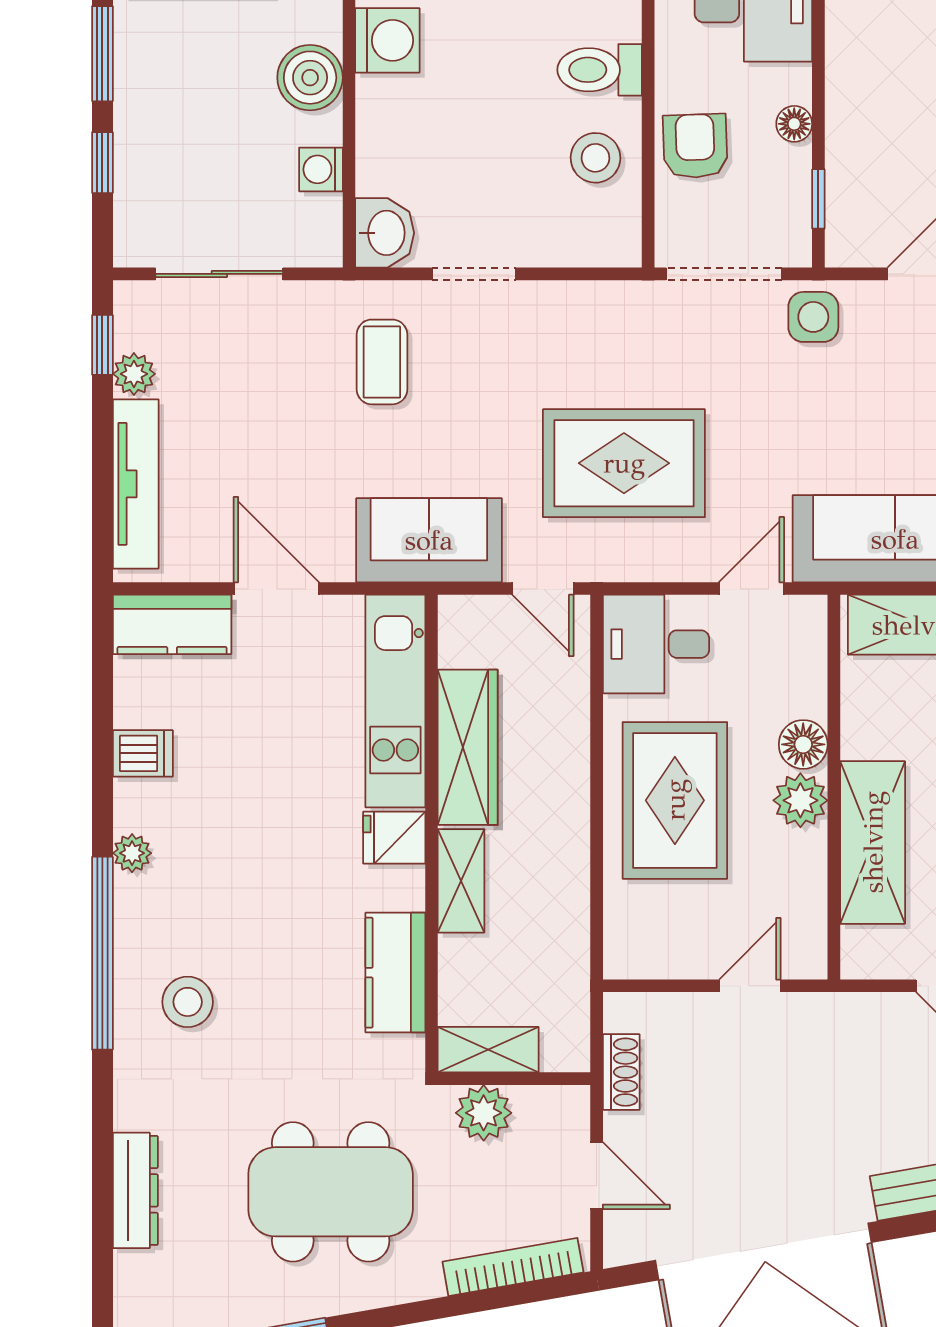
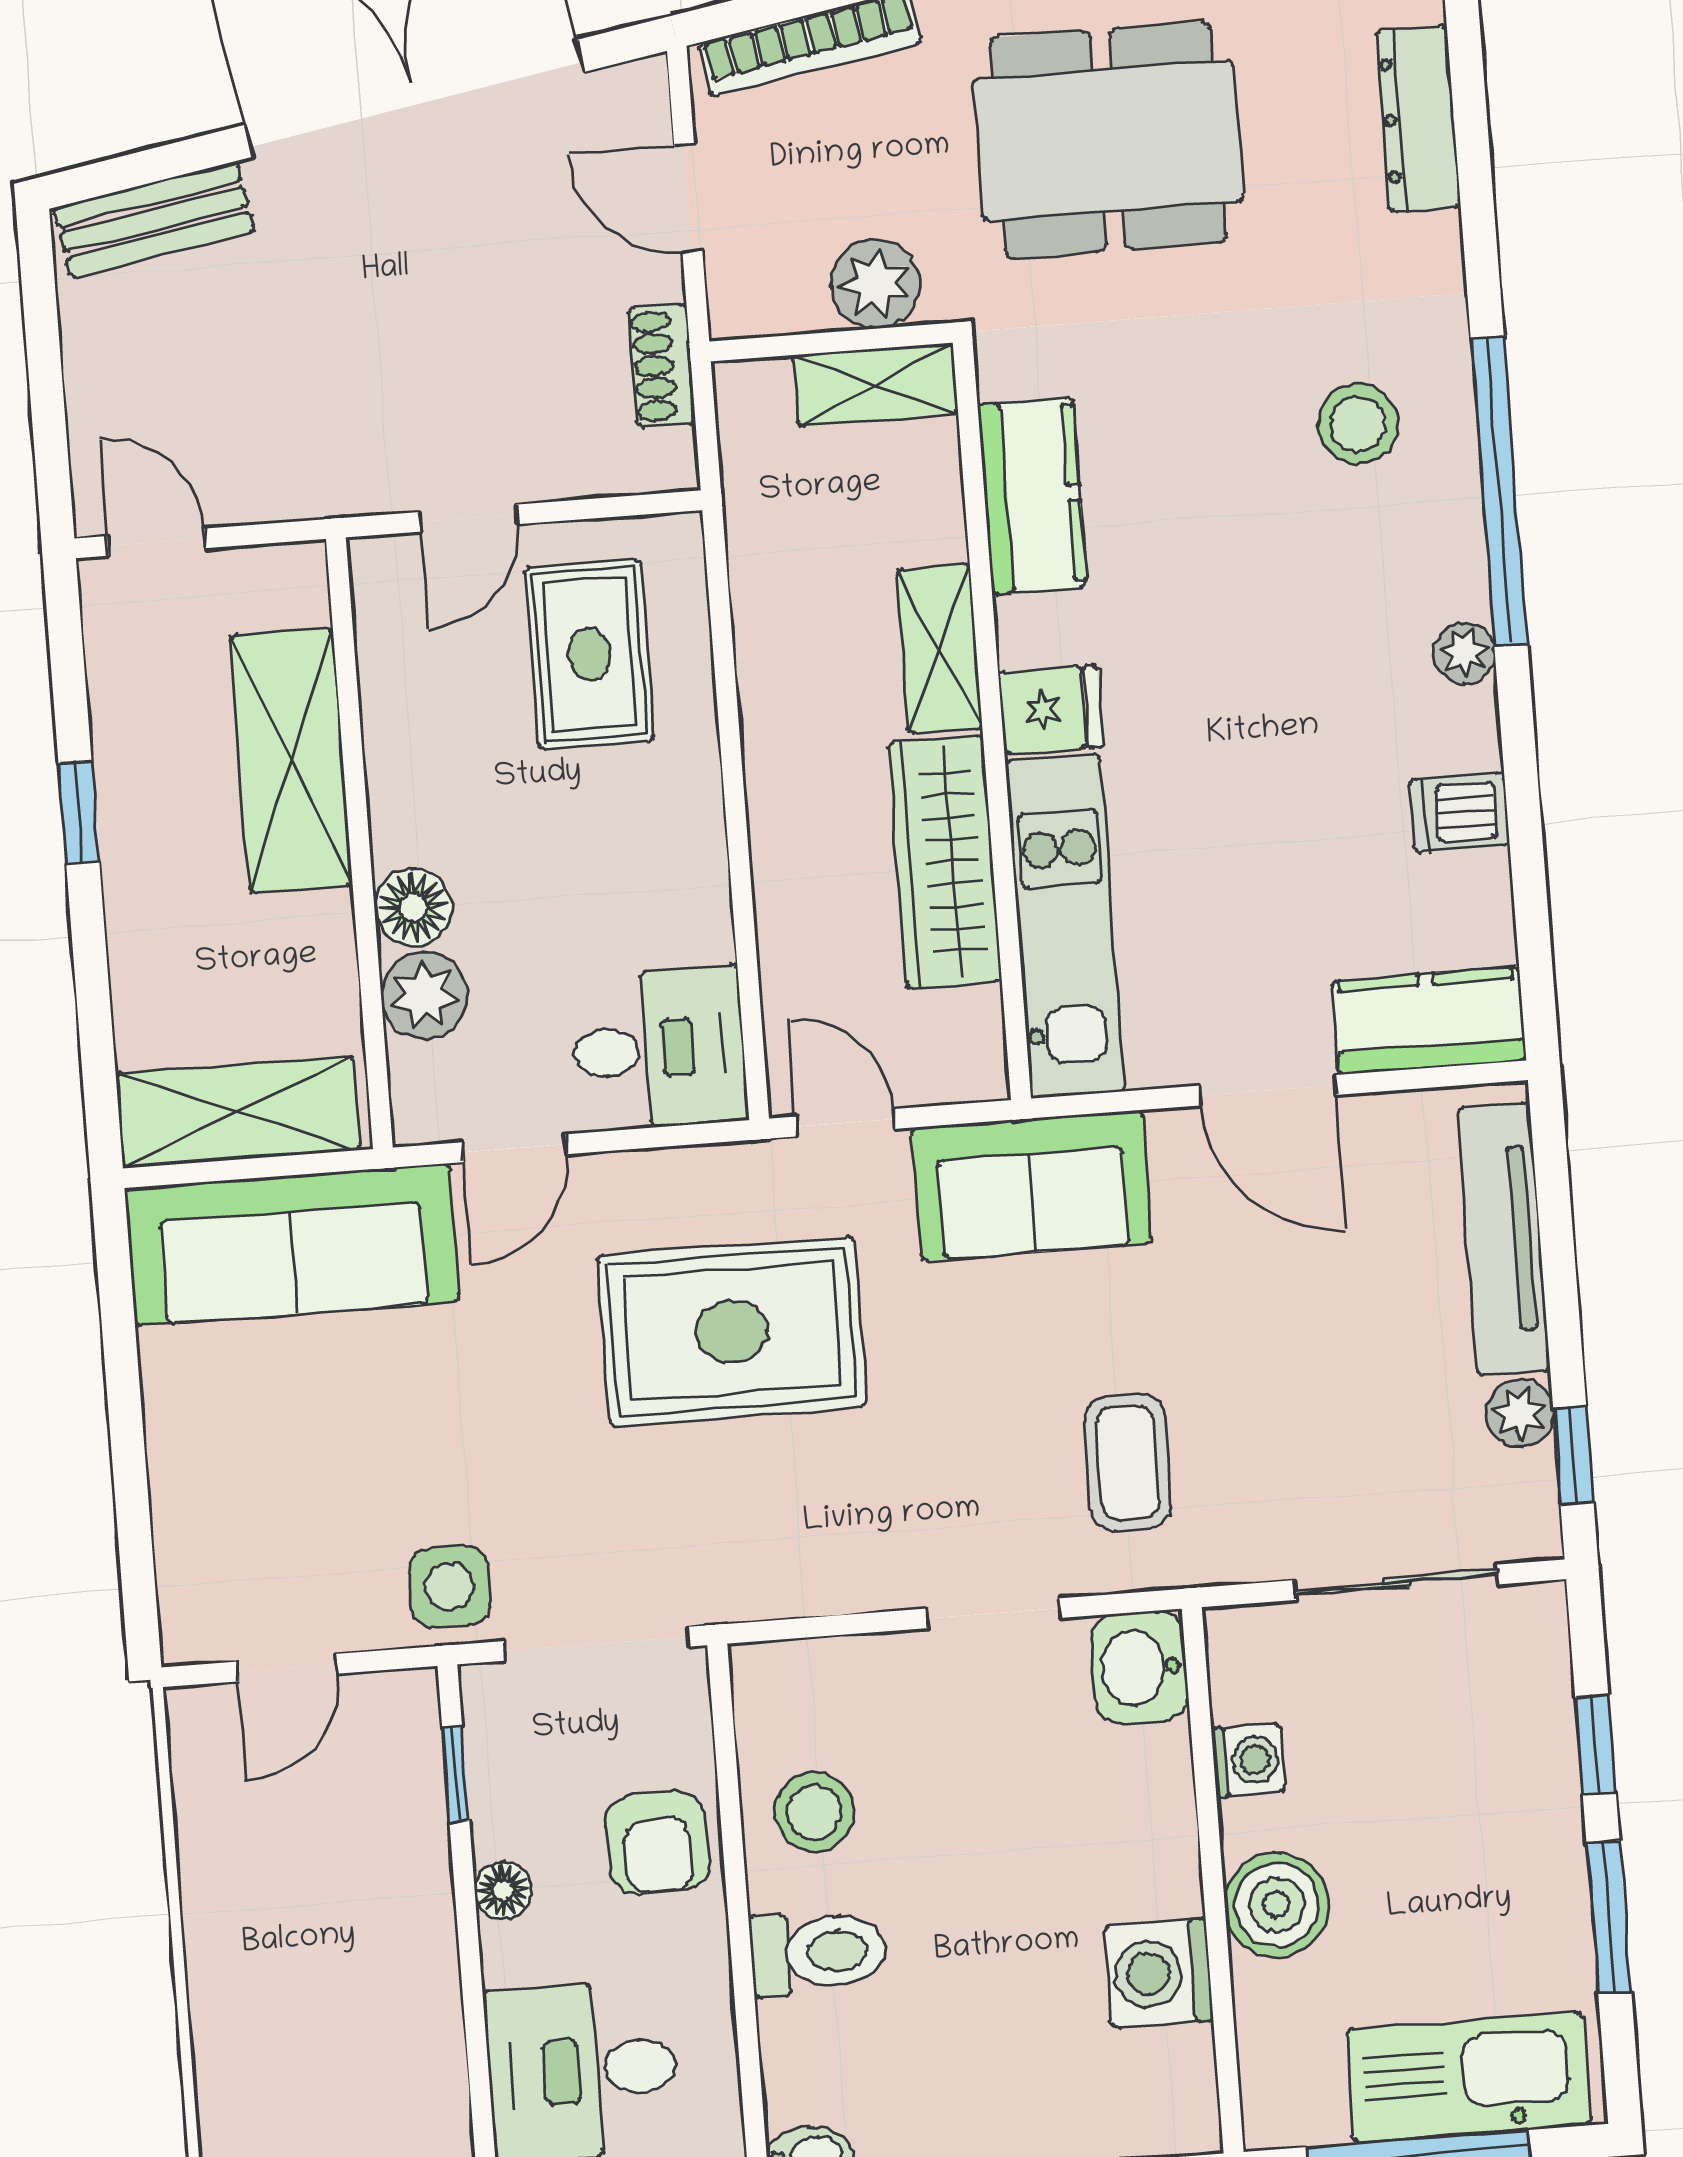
rug: (675, 800) -> (589, 654), moved, width x0.73, depth x0.70
plant: (800, 800) -> (424, 995), moved

